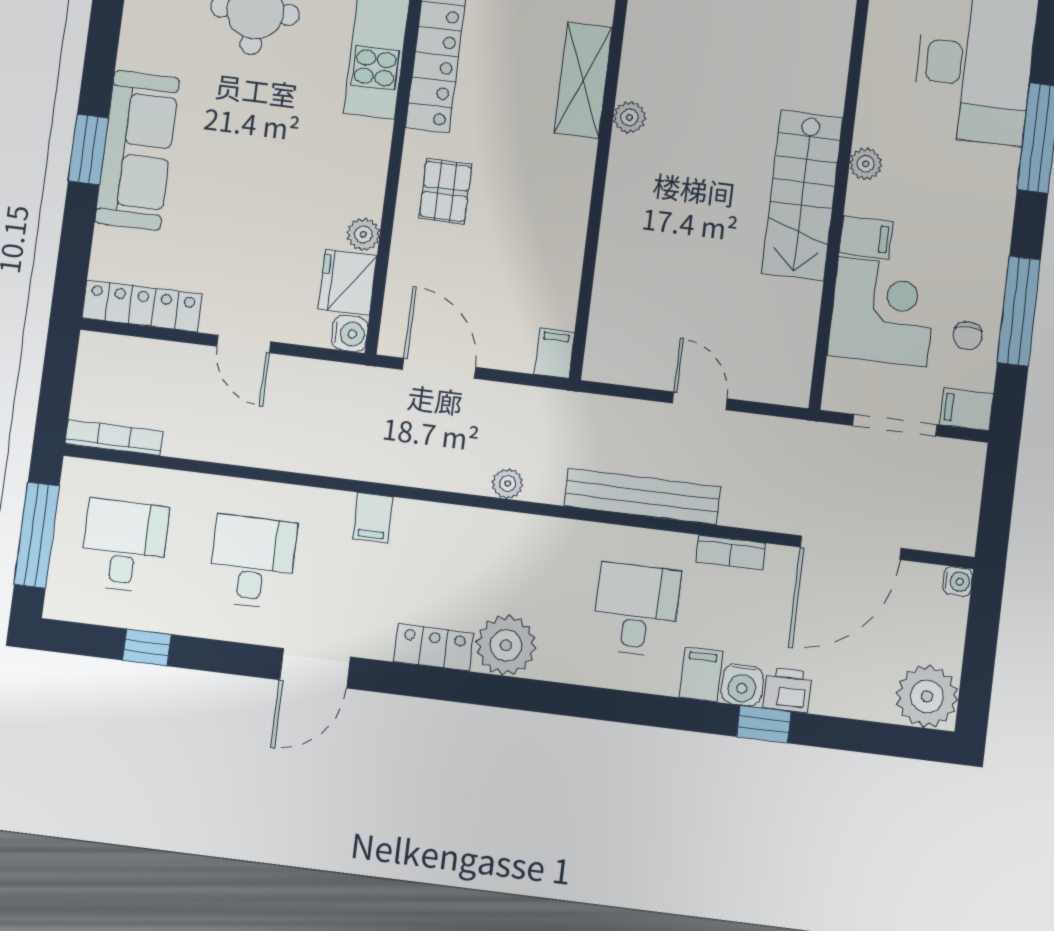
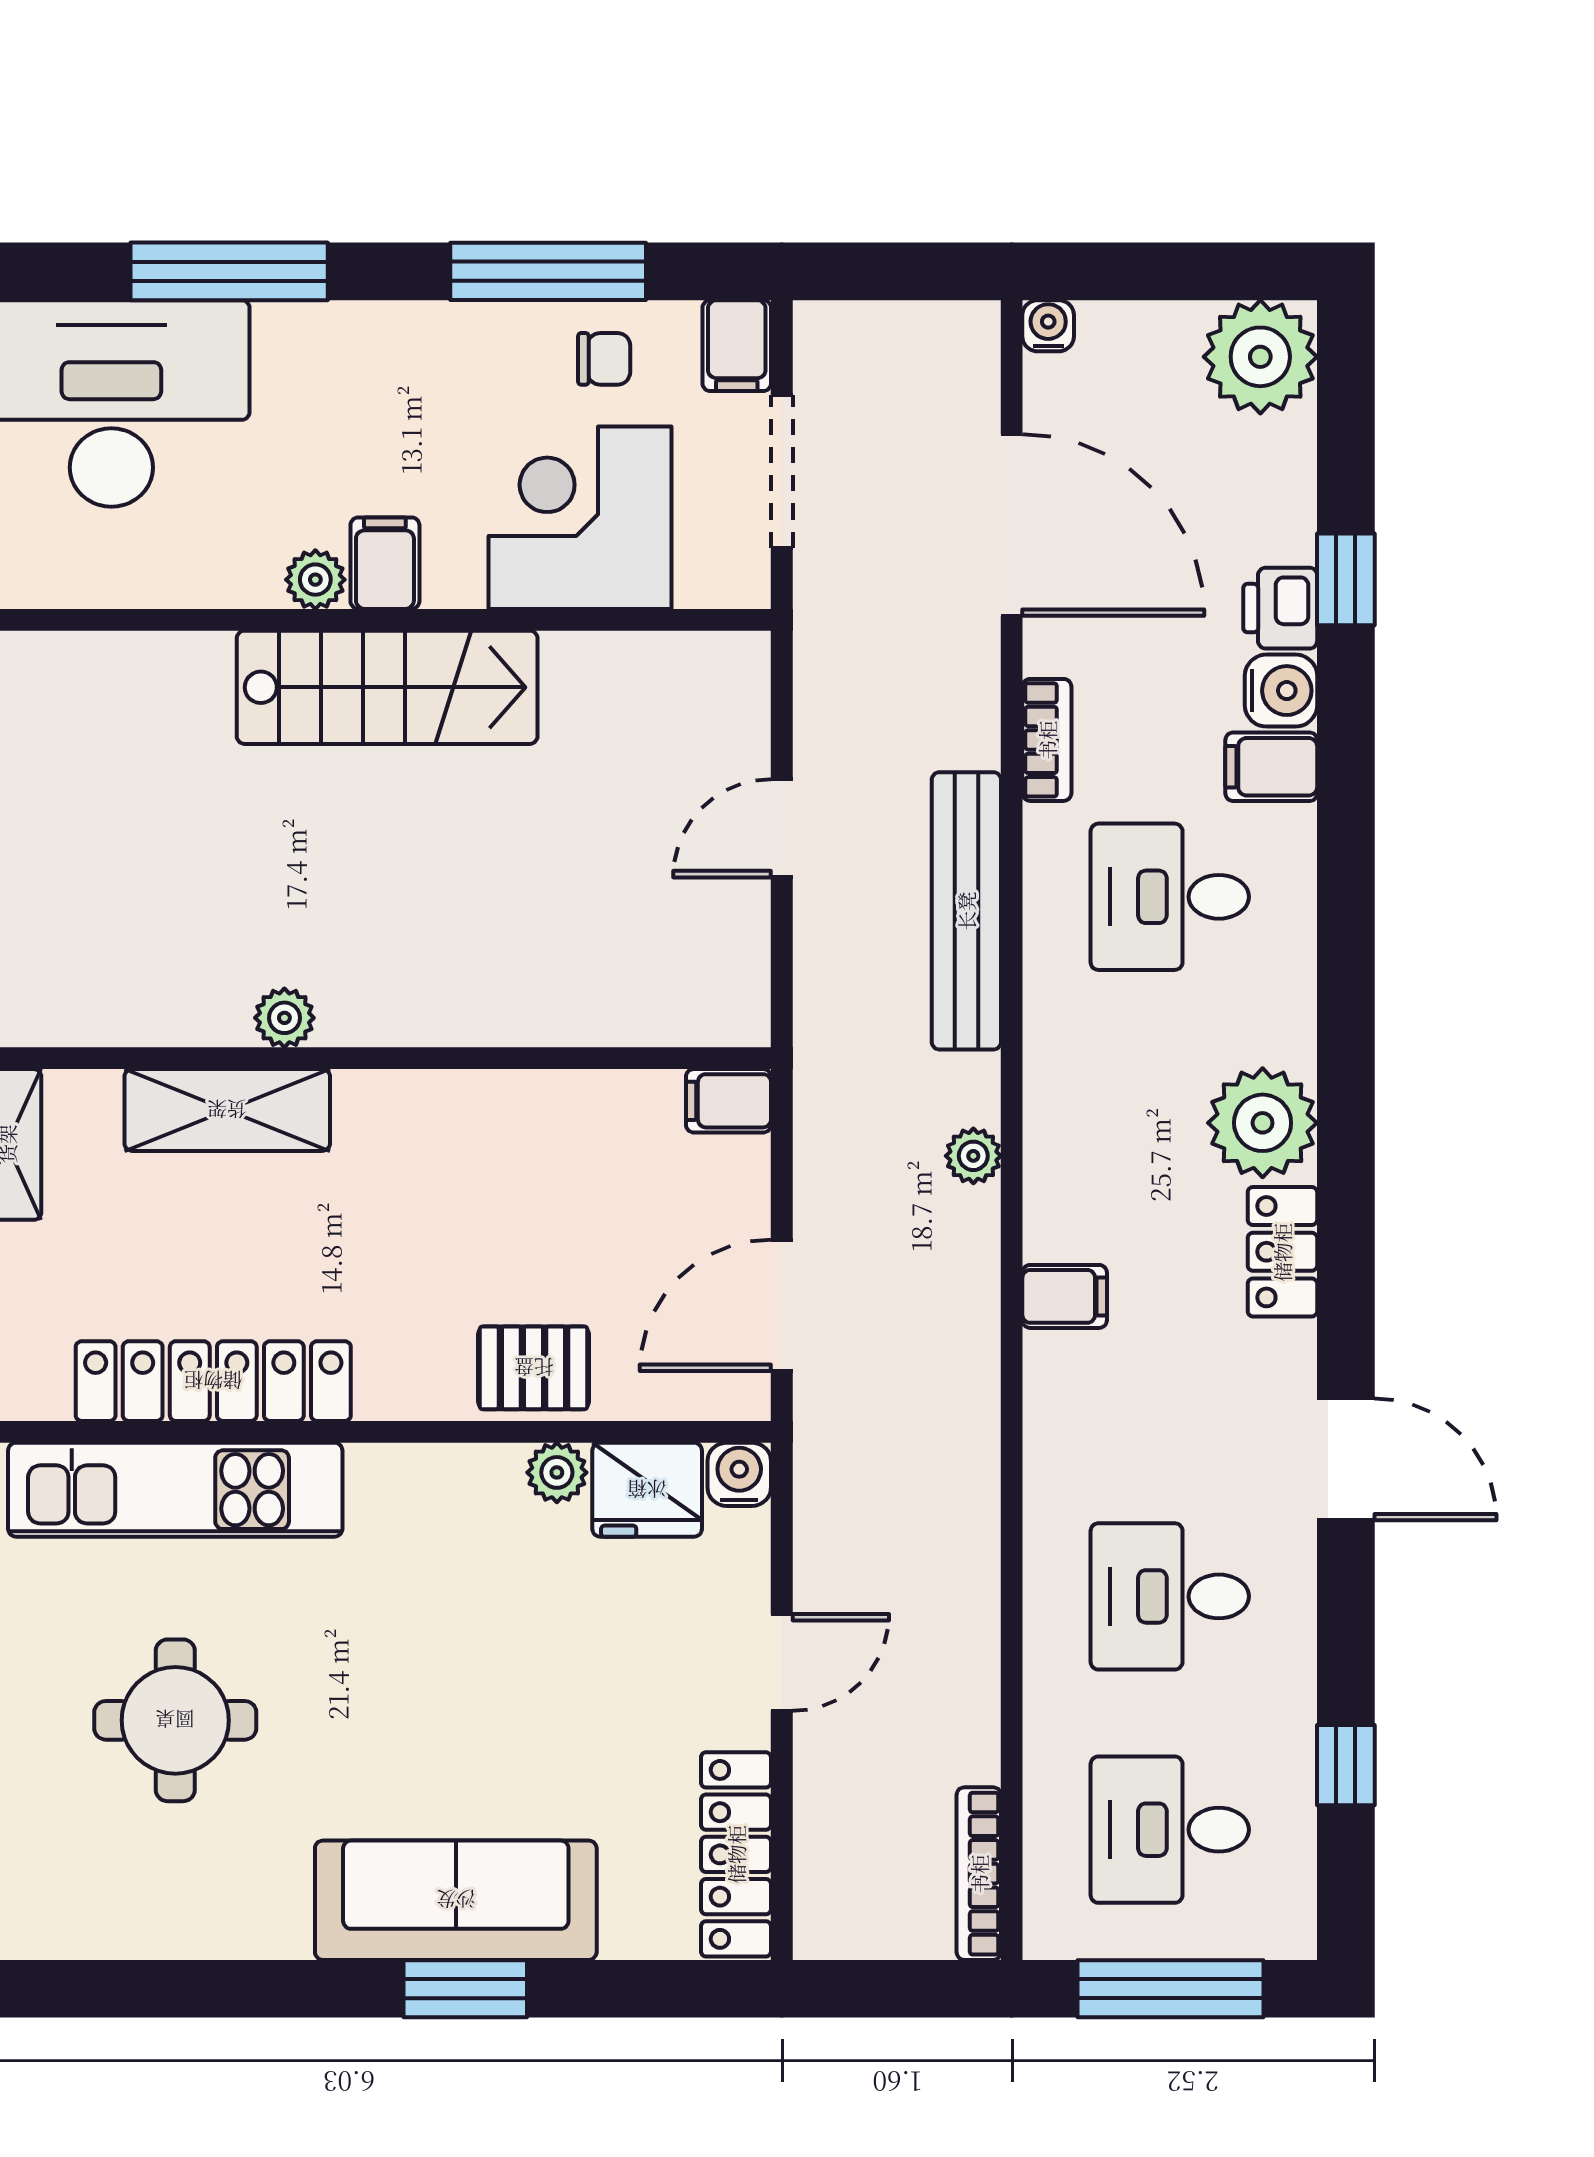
pallet: (445, 191) -> (534, 1368), moved
filing cabinet: (866, 237) -> (385, 563), moved
filing cabinet: (373, 518) -> (1065, 1296), moved
window: (764, 724) -> (1346, 579), moved

